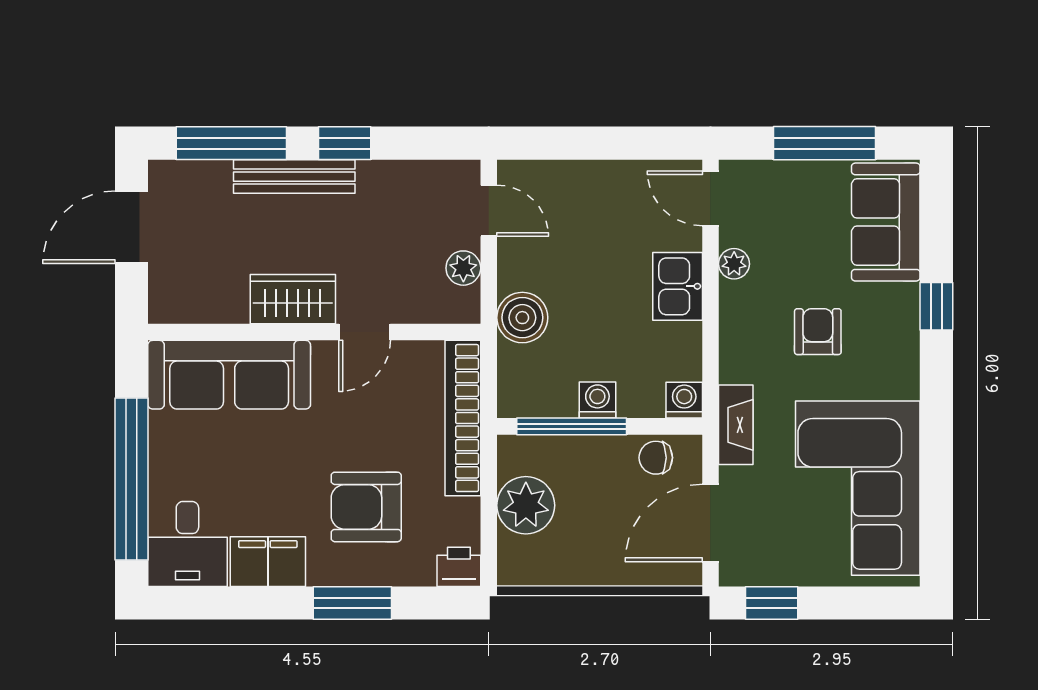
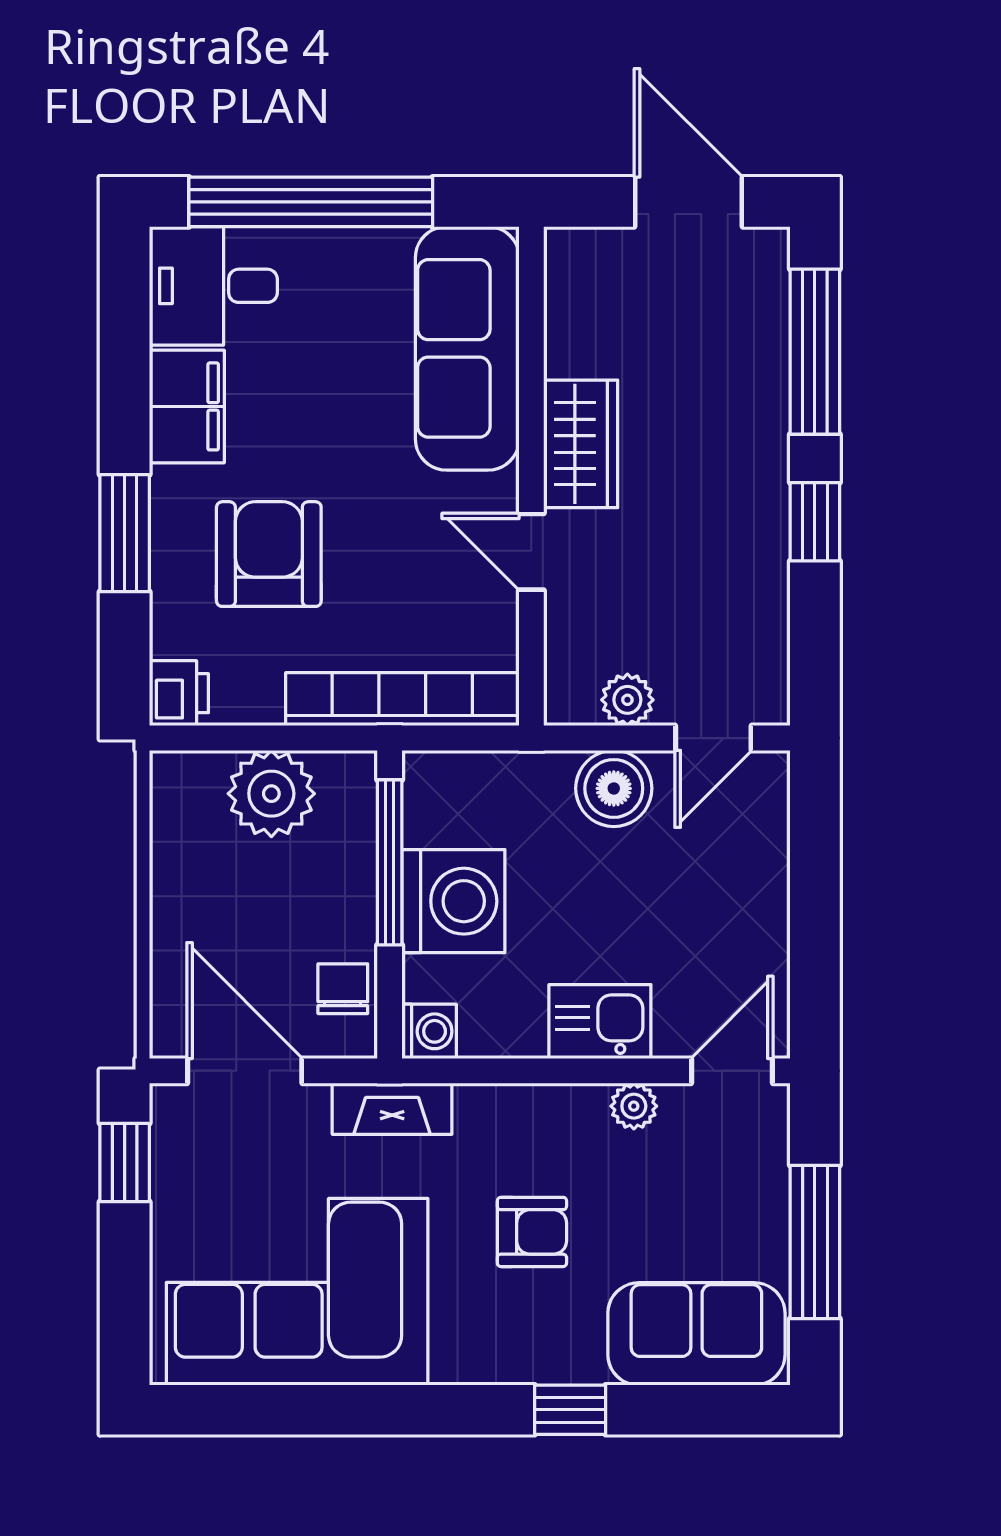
bench: (294, 177) -> (765, 446), removed
boiler: (522, 318) -> (614, 788), moved
washing machine: (597, 400) -> (453, 901), width x1.89, depth x1.89

